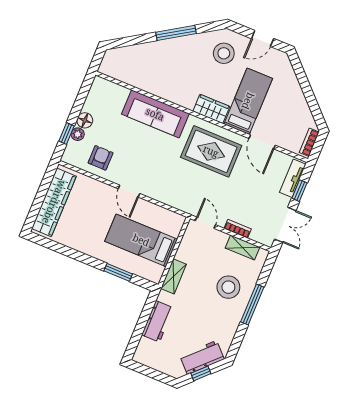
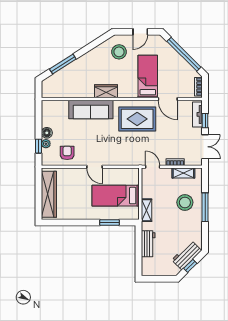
window: (176, 33) -> (63, 64), moved
window: (308, 92) -> (184, 54), added
wardrobe: (211, 109) -> (106, 91), moved

